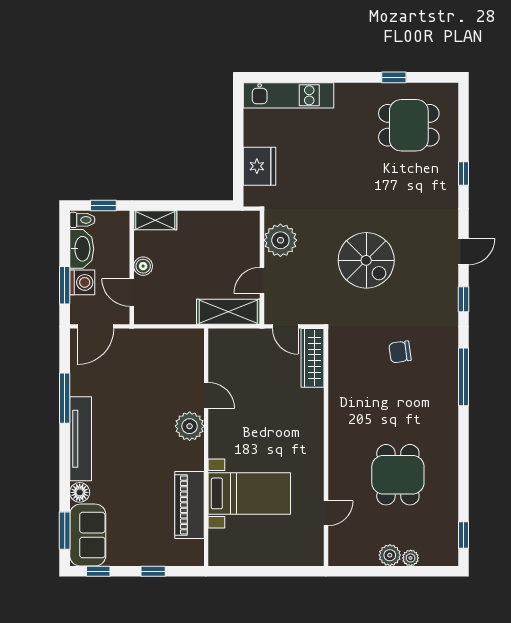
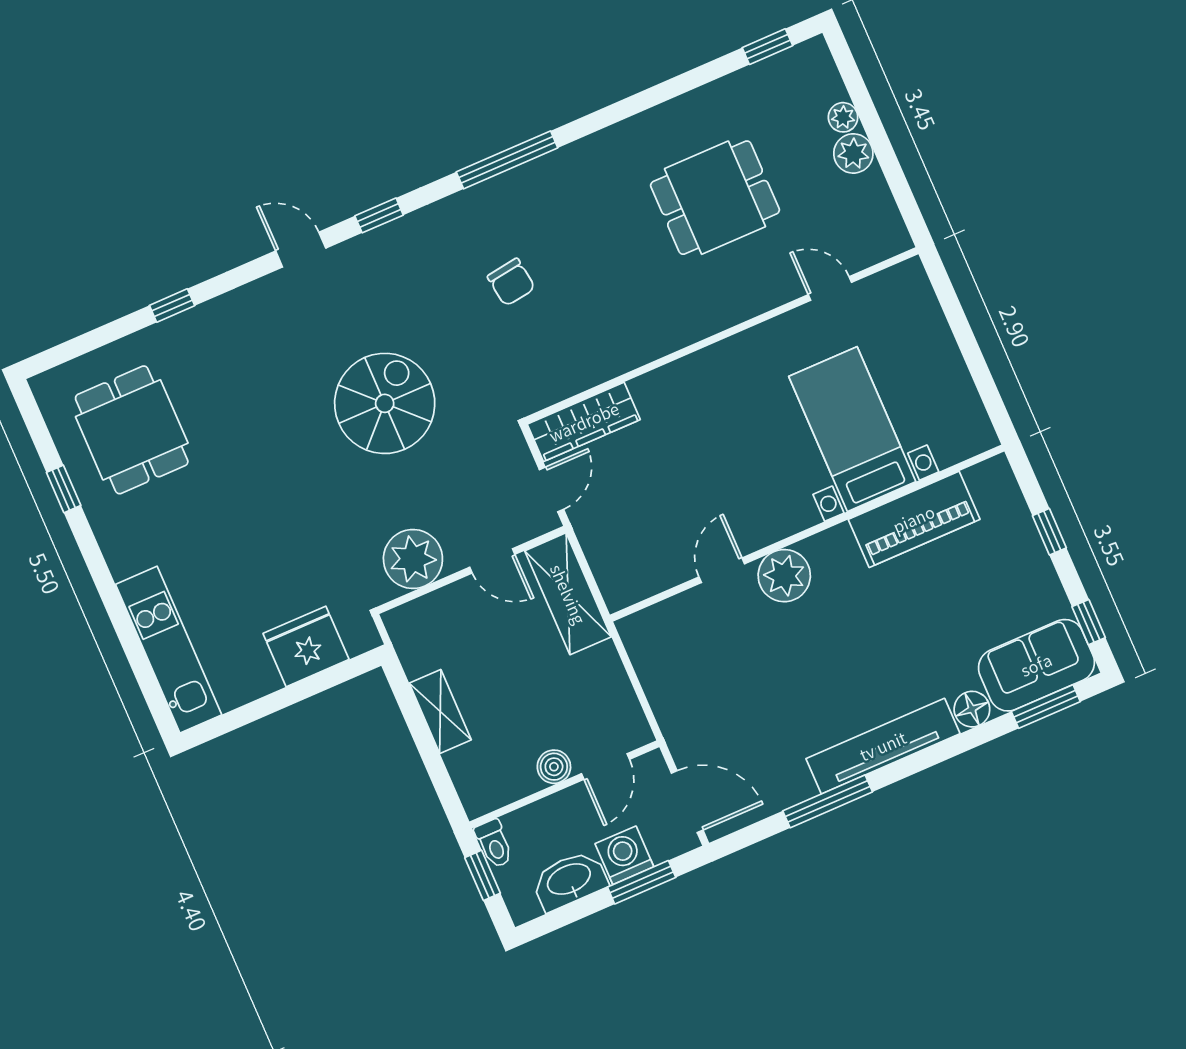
toilet: (82, 220) -> (494, 844), moved, turned 180
shelving: (155, 220) -> (440, 711), moved

